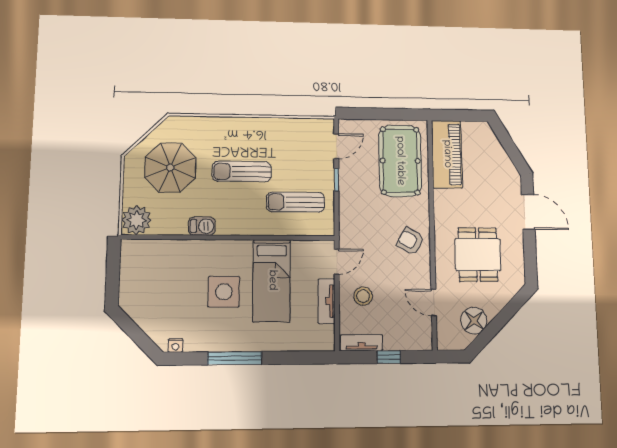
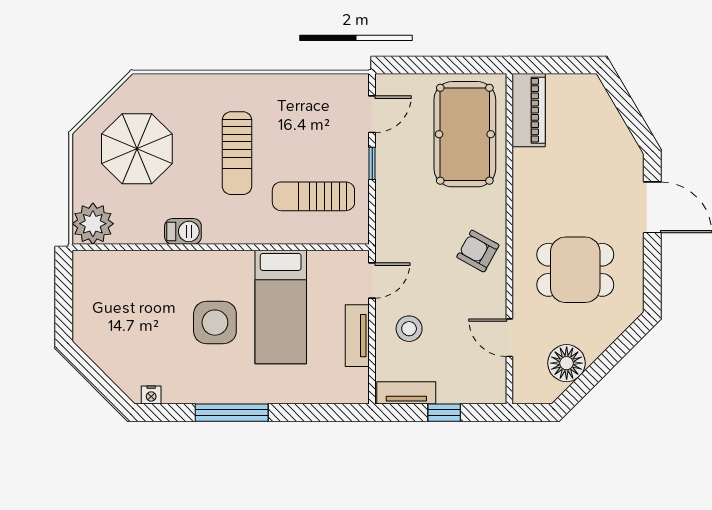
piano: (447, 154) -> (529, 110), width x0.73, depth x0.75
sun lounger: (242, 172) -> (237, 153), turned -90
dining table: (478, 255) -> (575, 270), turned 90

